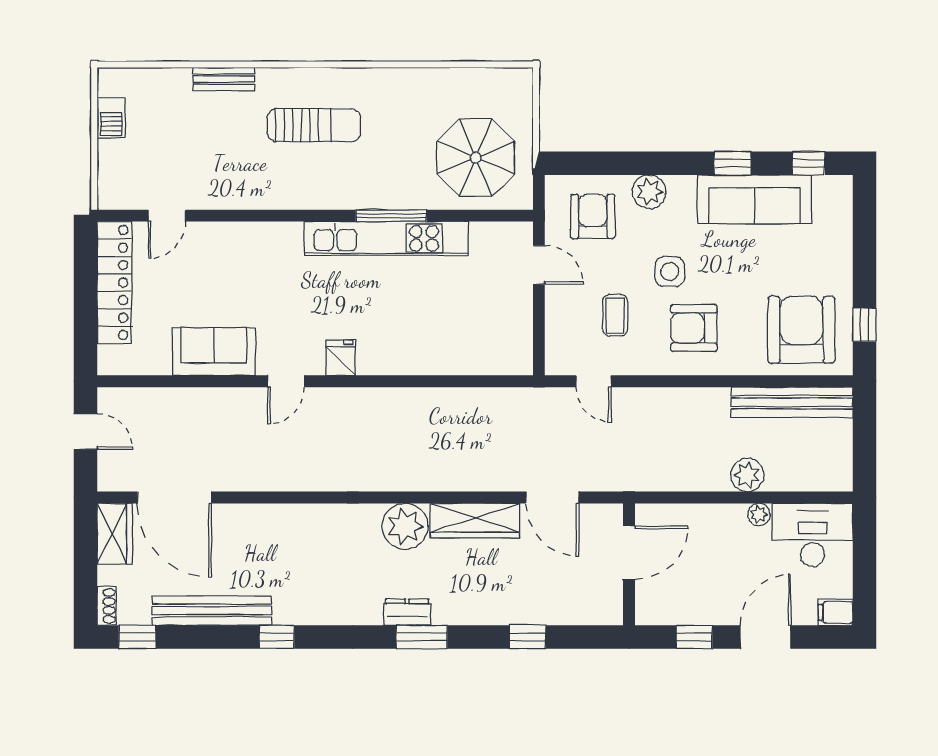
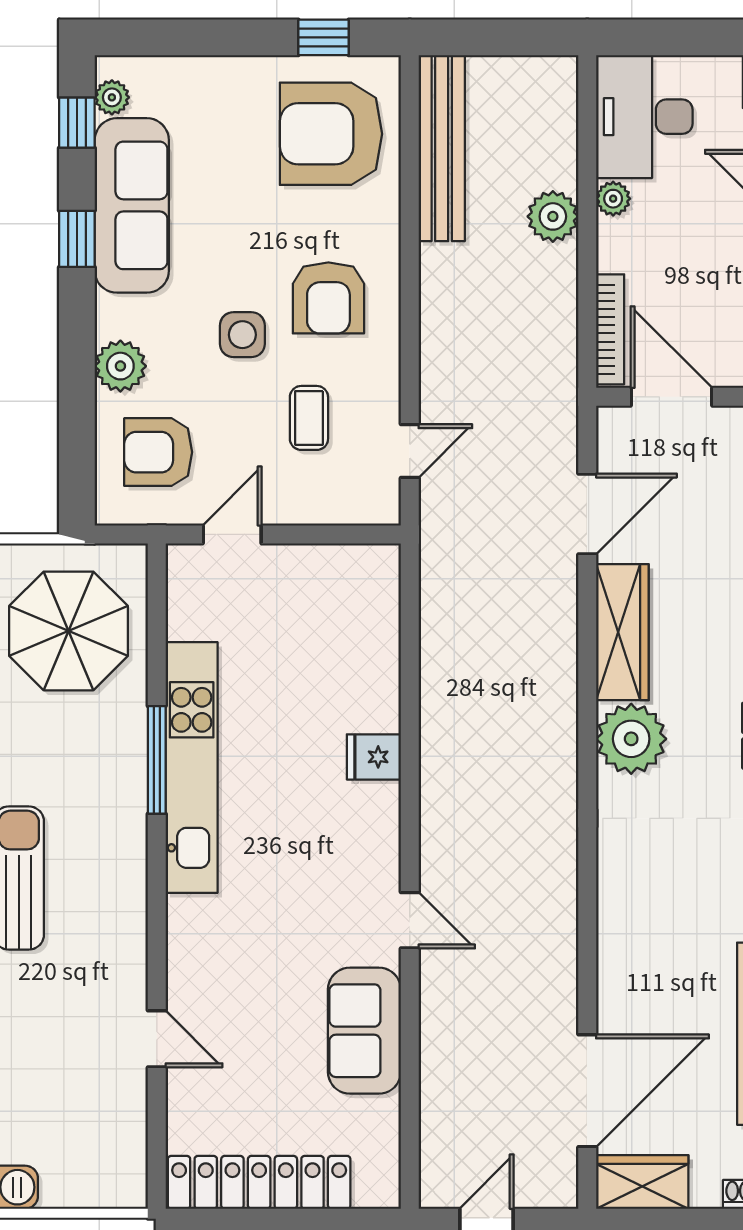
plant: (825, 186) -> (112, 97), added
door: (167, 216) -> (157, 1039), moved
coffee table: (615, 315) -> (309, 418), turned 90
fridge: (341, 358) -> (374, 757), moved
bookcase: (673, 513) -> (610, 329), added

